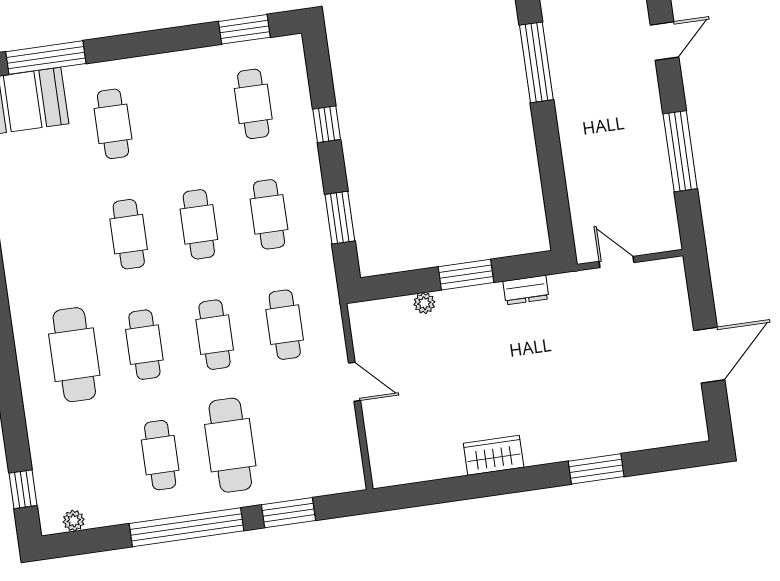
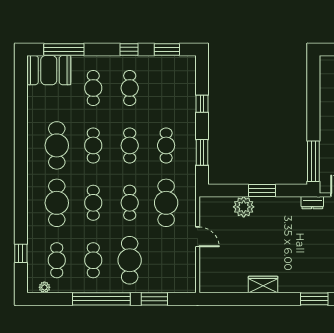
window: (171, 40) -> (129, 49), added
window: (536, 62) -> (313, 161), moved
cafe table: (253, 104) -> (130, 88), moved
cafe table: (59, 244) -> (57, 145), added
dresser: (526, 290) -> (312, 203), moved
plant: (424, 303) -> (244, 207), width x1.88, depth x1.88
cafe table: (285, 325) -> (166, 203), width x1.37, depth x1.35
cafe table: (90, 465) -> (57, 260), added
window: (23, 489) -> (21, 253), moved

